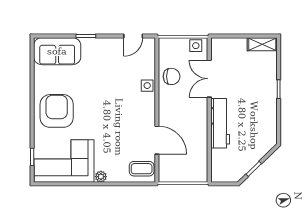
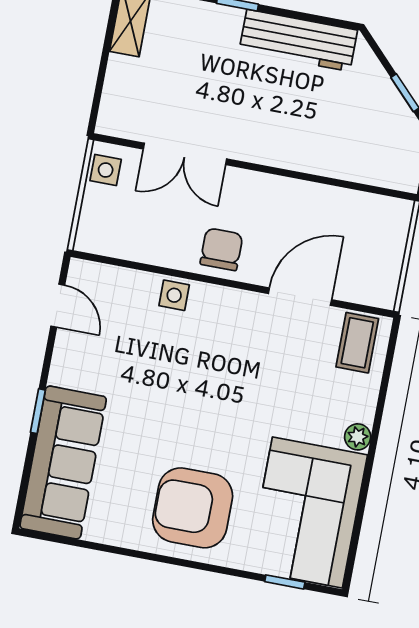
sofa: (57, 51) -> (63, 463), width x1.36
chair: (172, 76) -> (221, 249), moved
workbench: (220, 123) -> (298, 40), moved, turned 180

